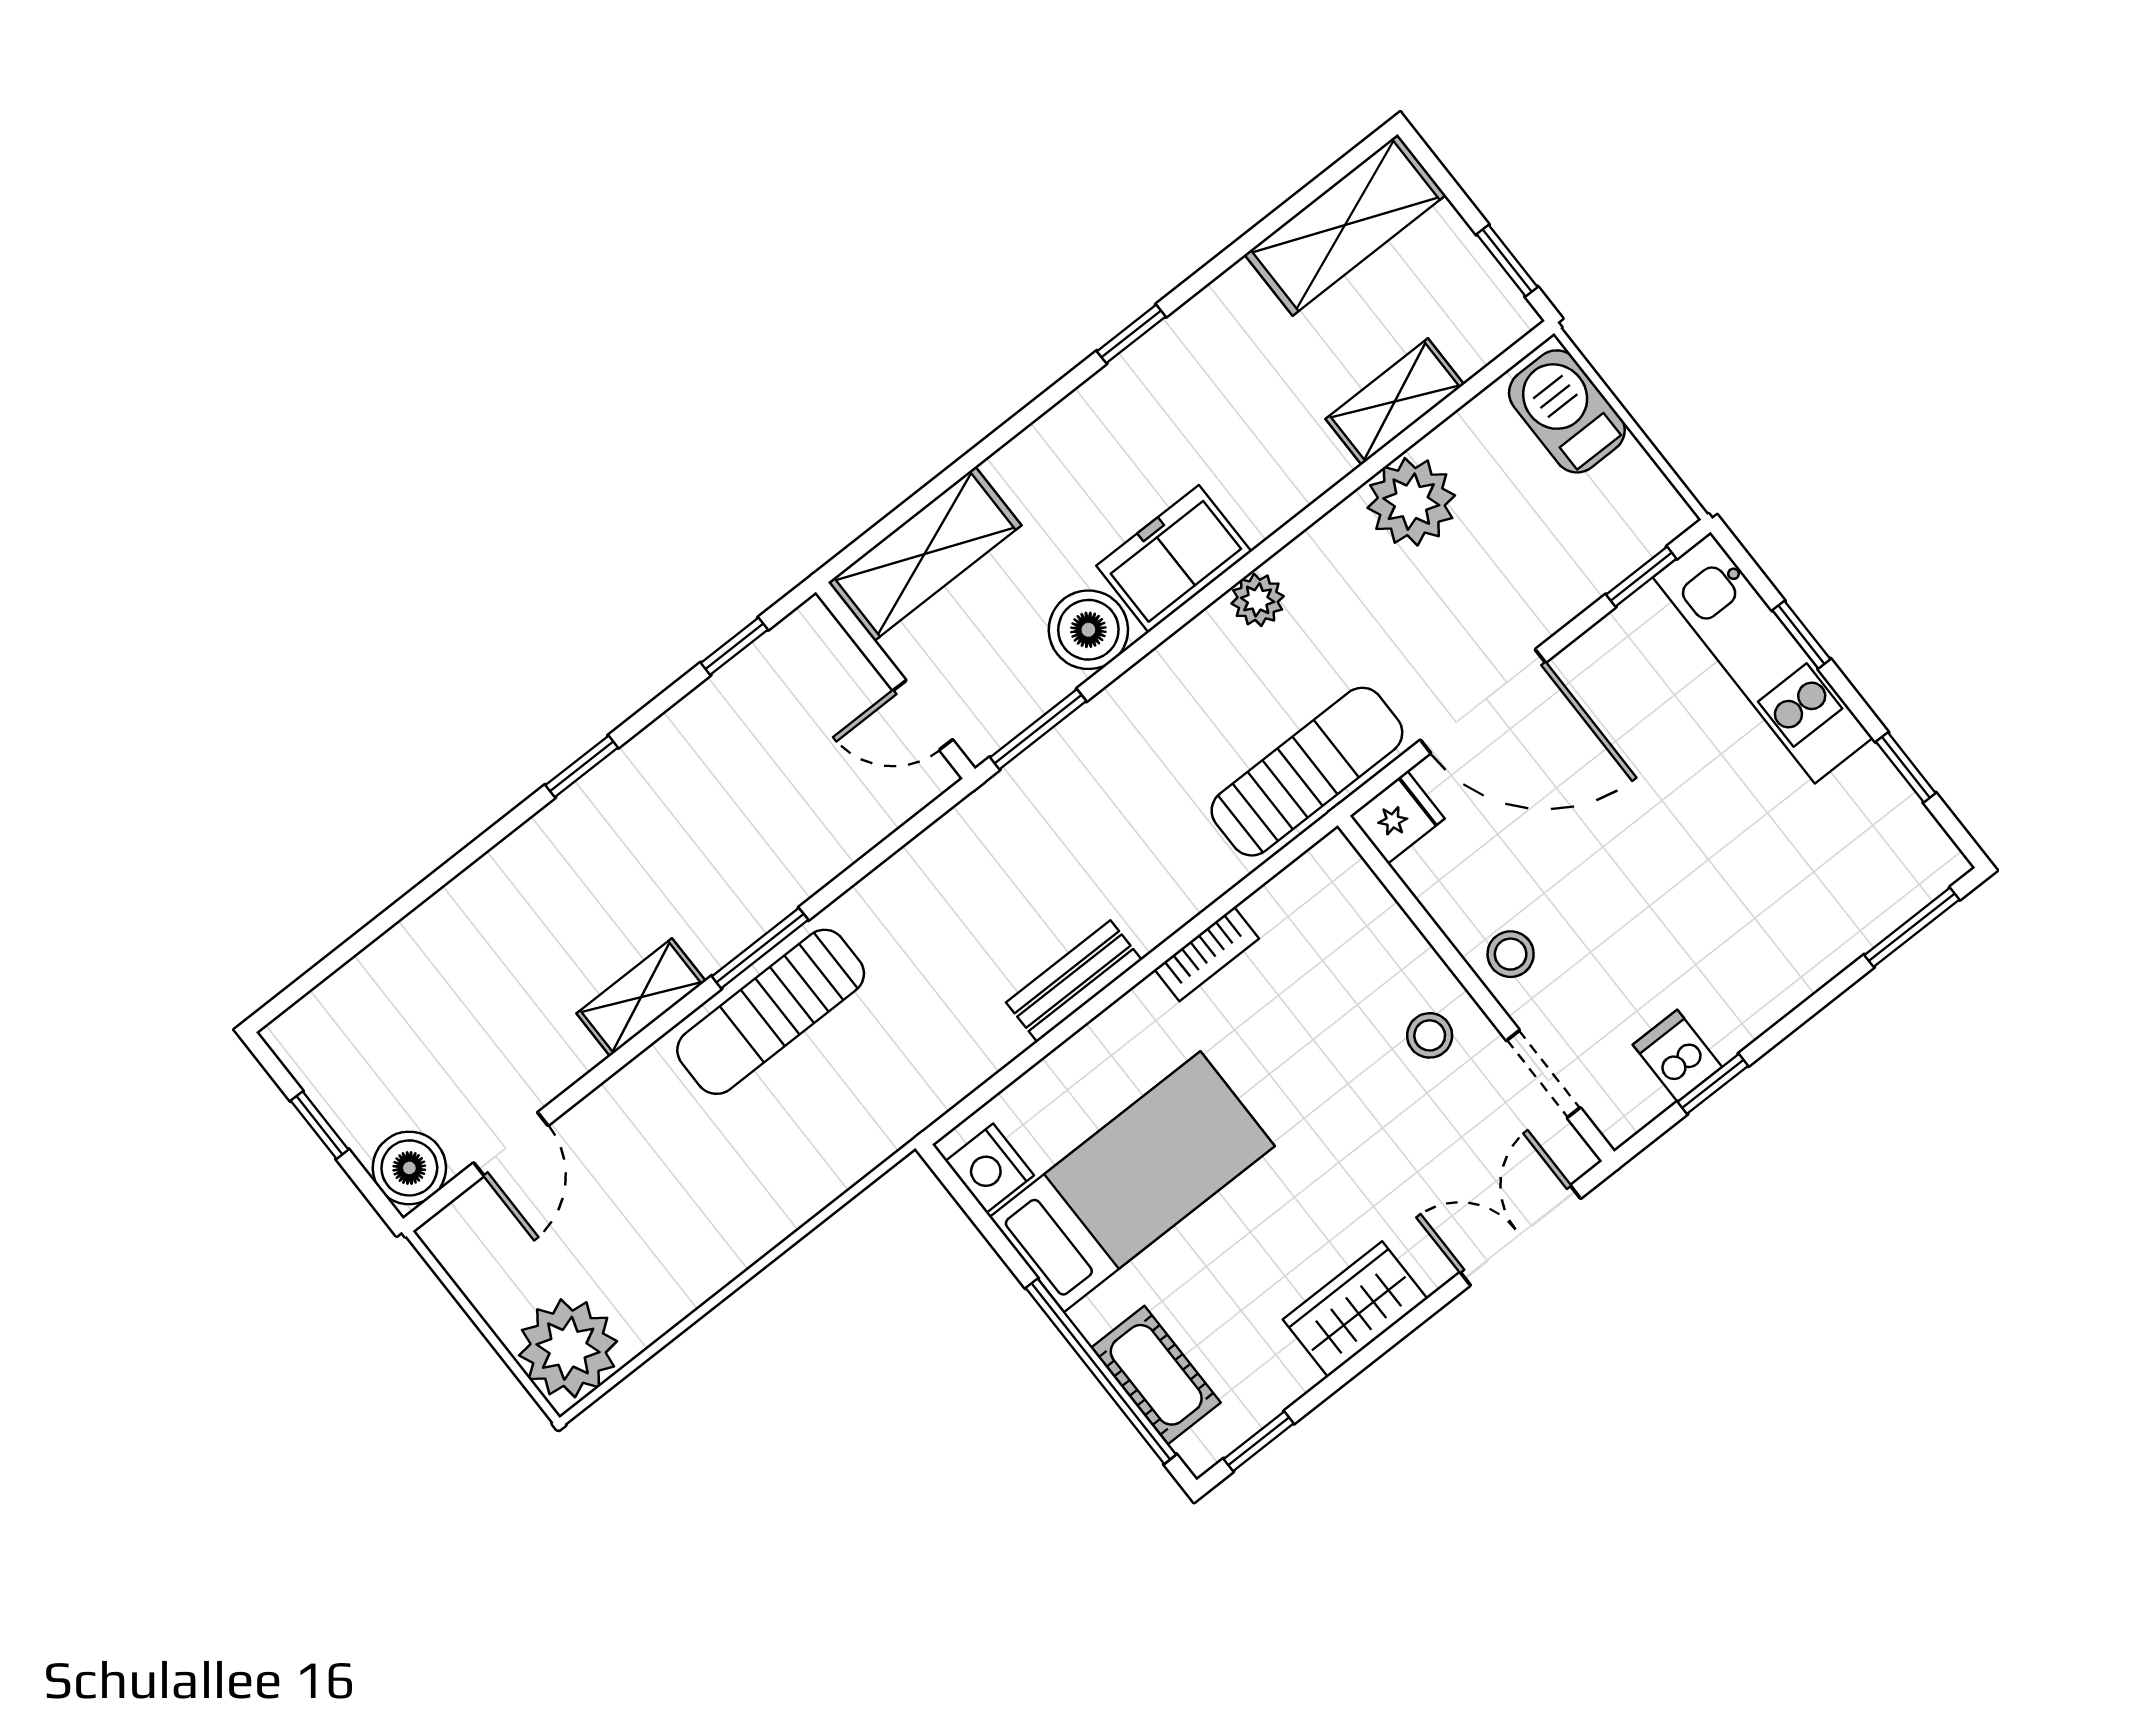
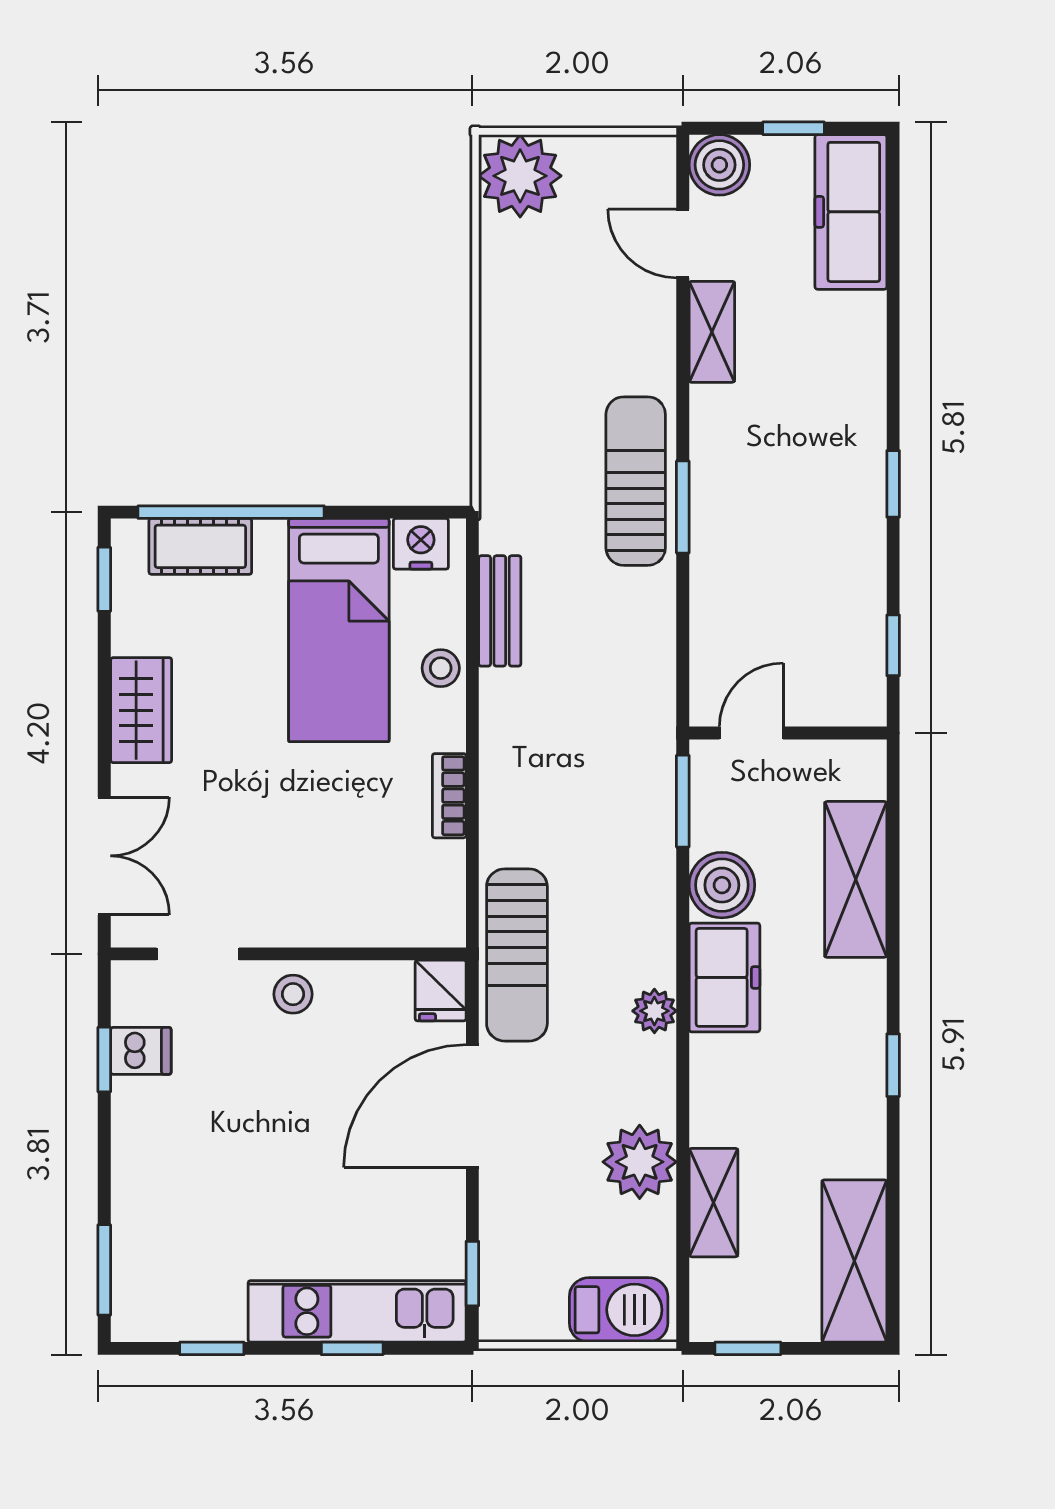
shelving: (925, 554) -> (856, 879), moved
bench: (1074, 981) -> (500, 611), moved
shelving: (641, 997) -> (712, 332), moved
freezer: (356, 1009) -> (851, 212), added
stool: (1430, 1035) -> (441, 668), moved

